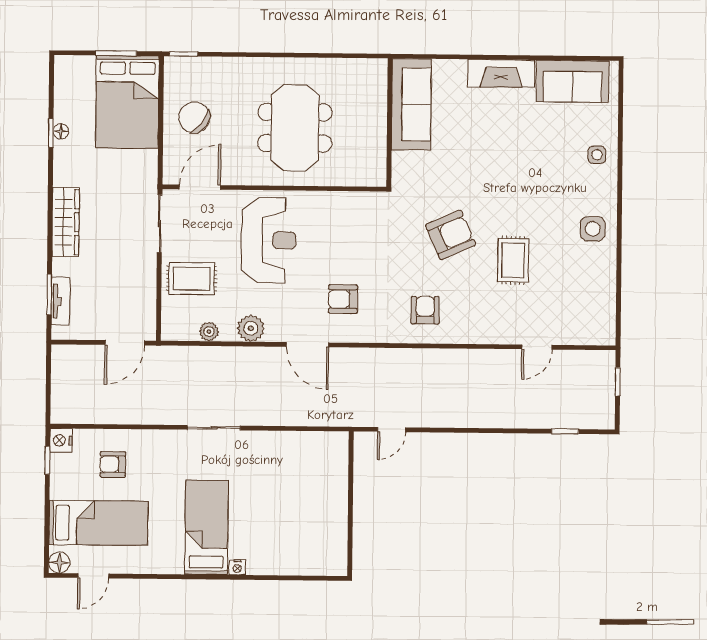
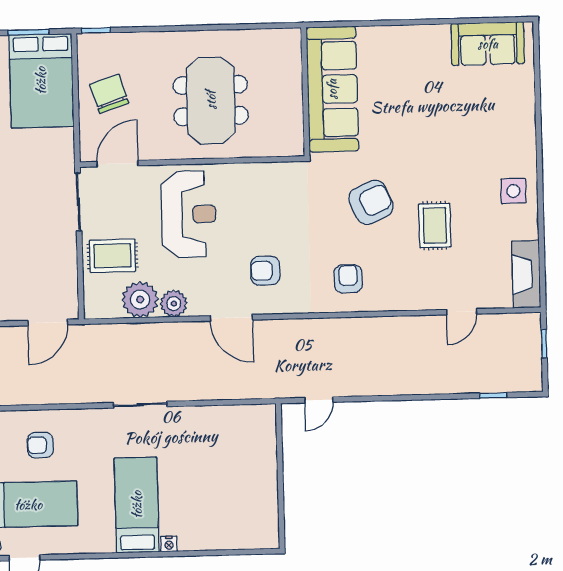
fireplace: (501, 73) -> (526, 274), moved, turned 90
sofa: (411, 104) -> (332, 89), width x1.36, depth x1.27
chair: (194, 117) -> (109, 94), turned 35
side table: (597, 155) -> (515, 116), removed
plant: (209, 332) -> (140, 300), width x1.87, depth x1.87

